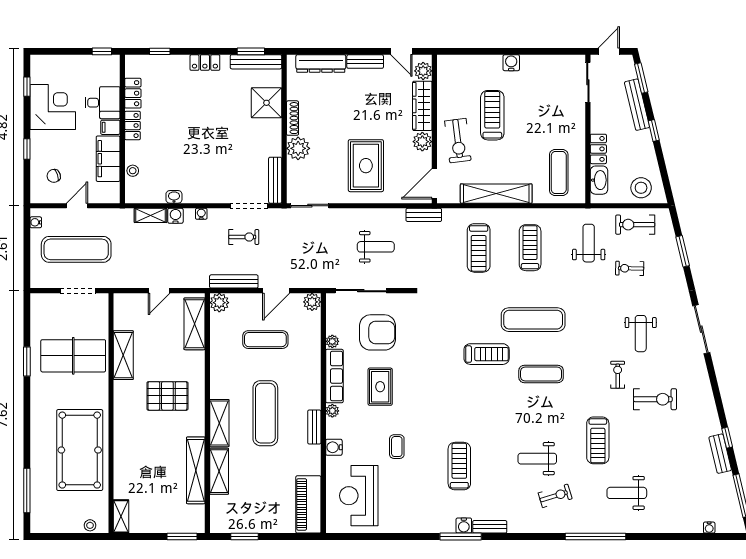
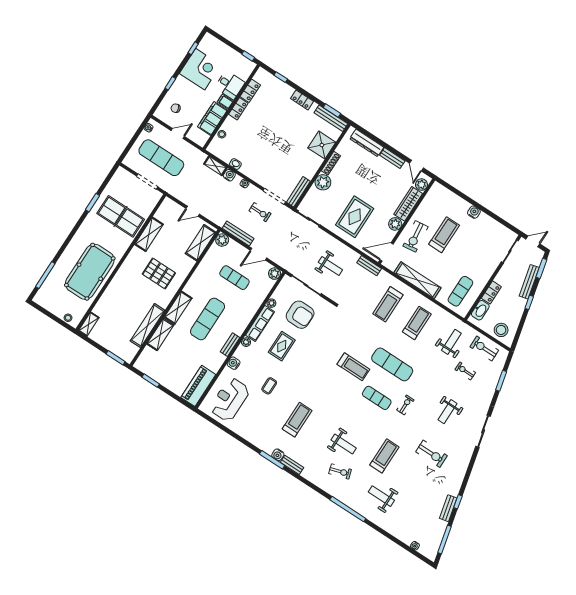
exercise bike: (618, 375) -> (405, 405), moved
treadmill: (598, 440) -> (384, 456), turned 180
weight bench: (537, 459) -> (344, 444), turned 180

